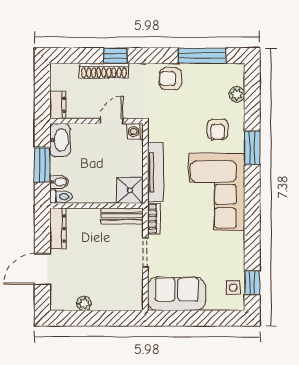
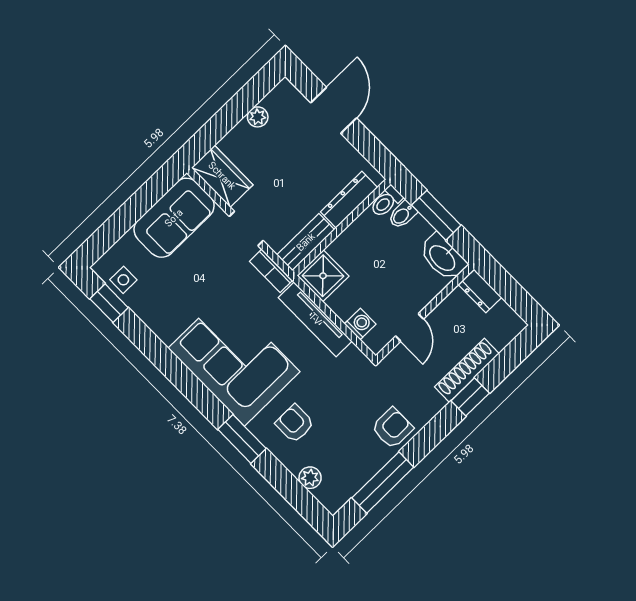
washing machine: (135, 131) -> (360, 324), moved
dresser: (58, 229) -> (349, 200), moved, turned 90
wardrobe: (132, 291) -> (222, 176), added

